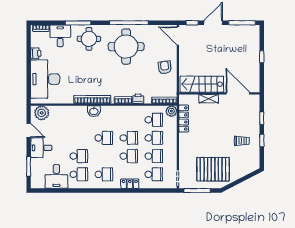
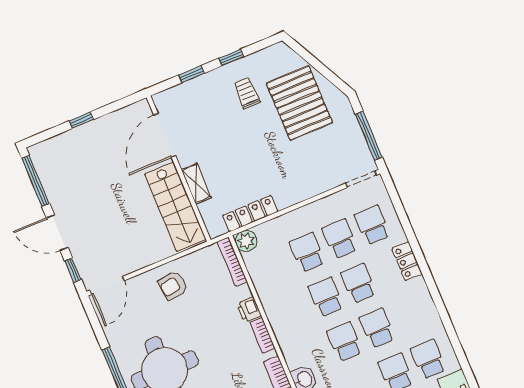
school desk: (154, 120) -> (275, 266), removed
pallet: (213, 169) -> (299, 103), moved
school desk: (104, 174) -> (377, 328), moved

